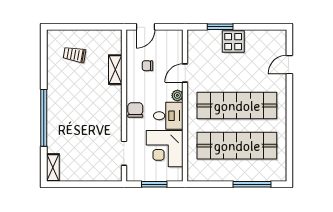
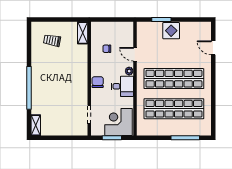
door: (145, 27) -> (105, 19), removed
door: (289, 65) -> (213, 48), hinge flipped
shelving: (115, 70) -> (83, 33), moved
door: (185, 73) -> (135, 54), hinge flipped
corner desk: (165, 149) -> (118, 122), moved, turned 90

